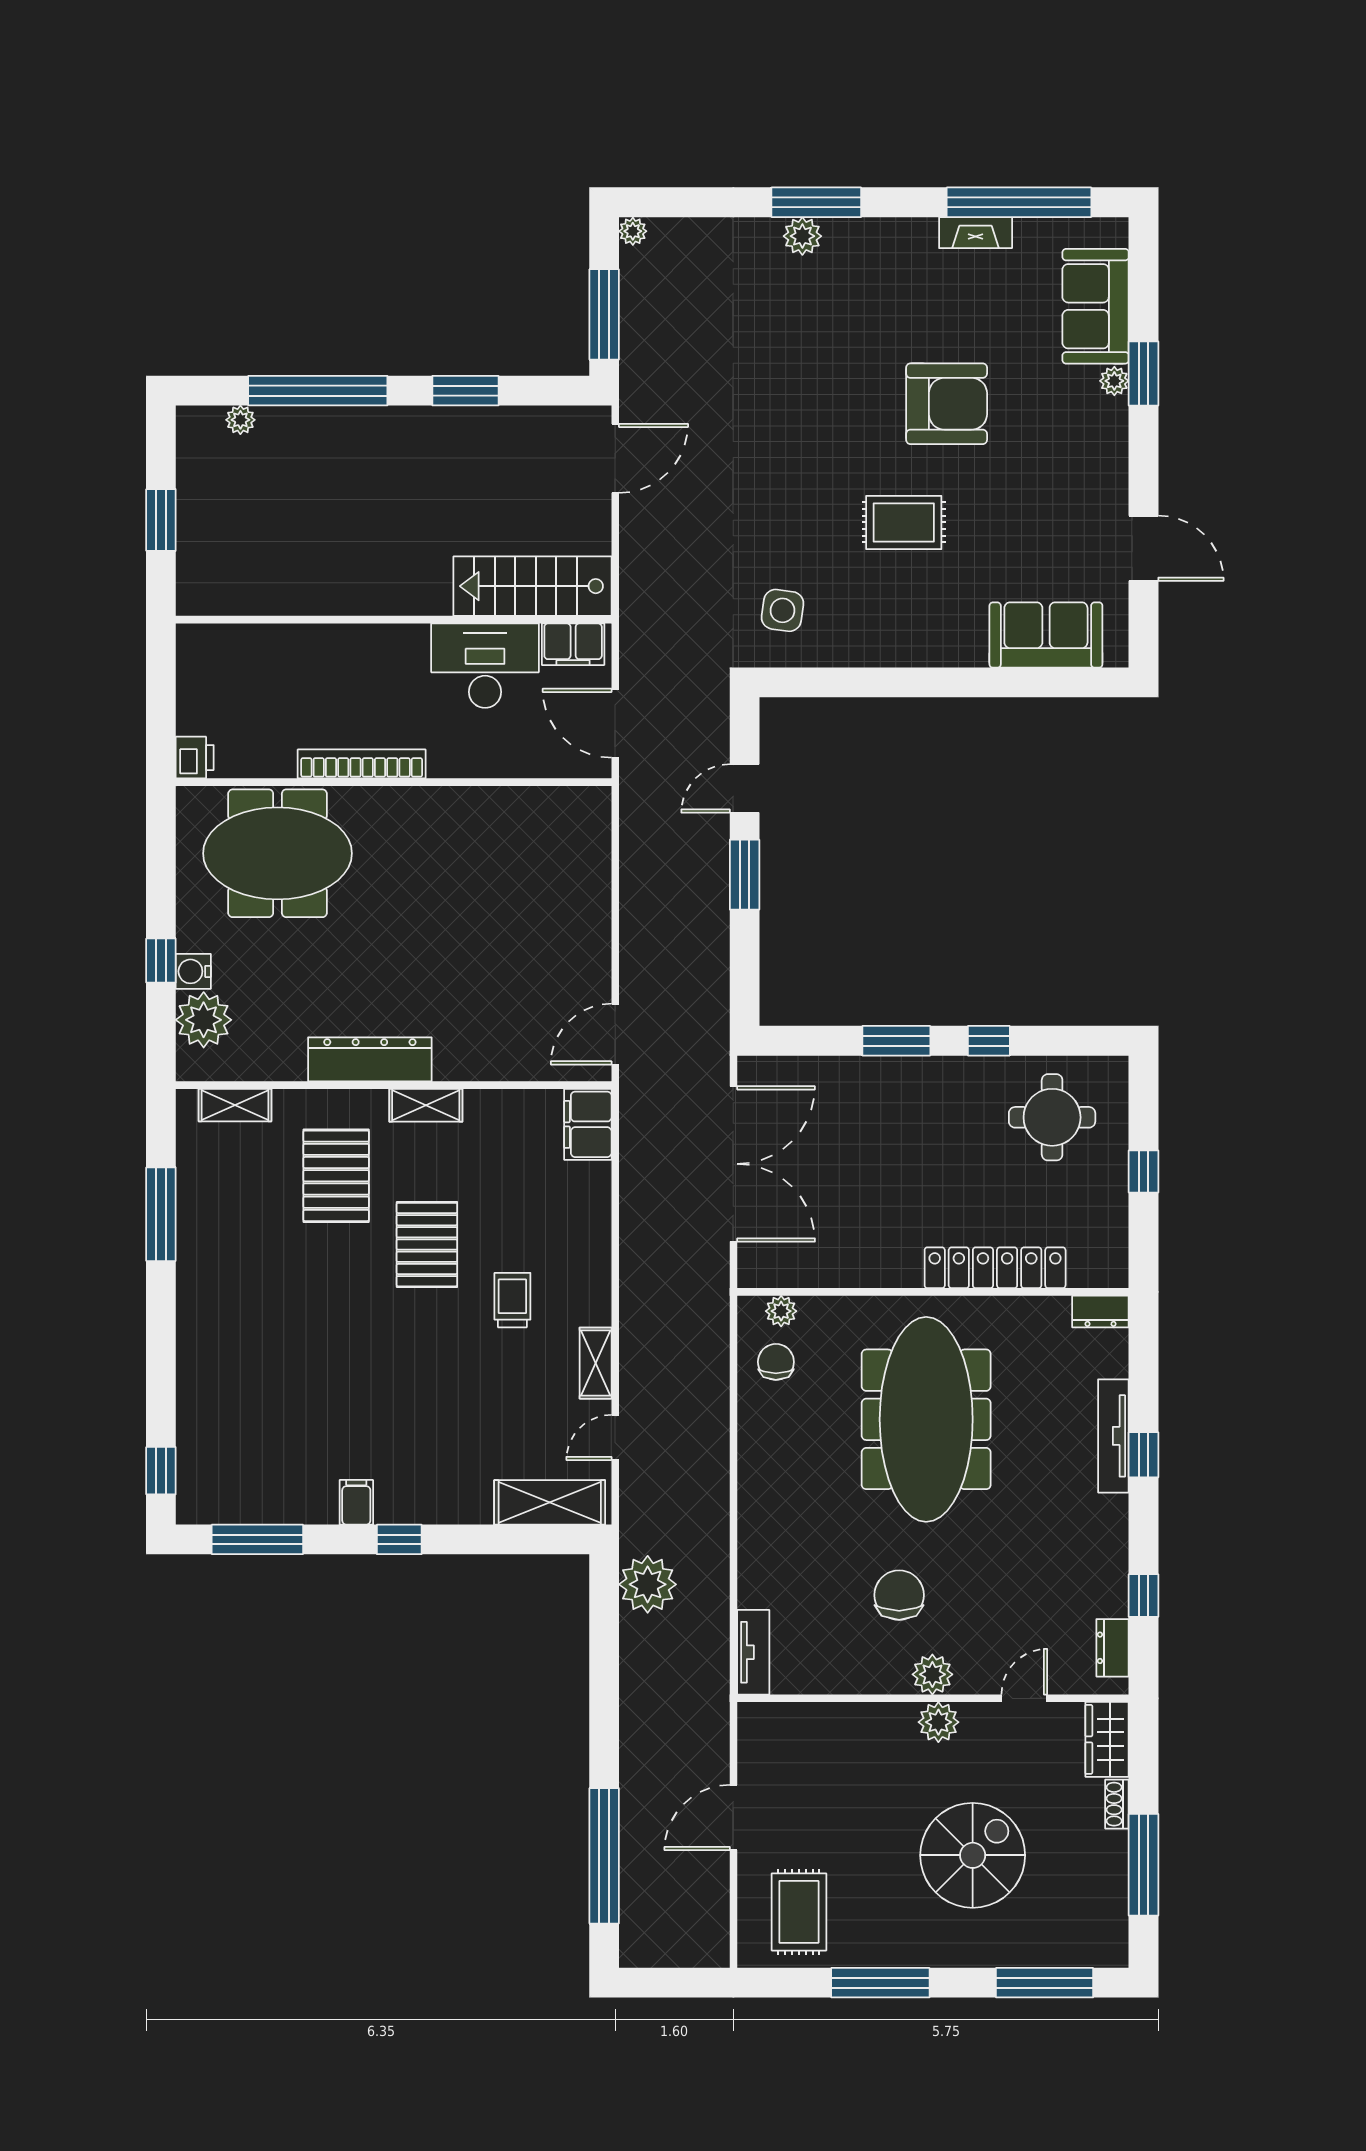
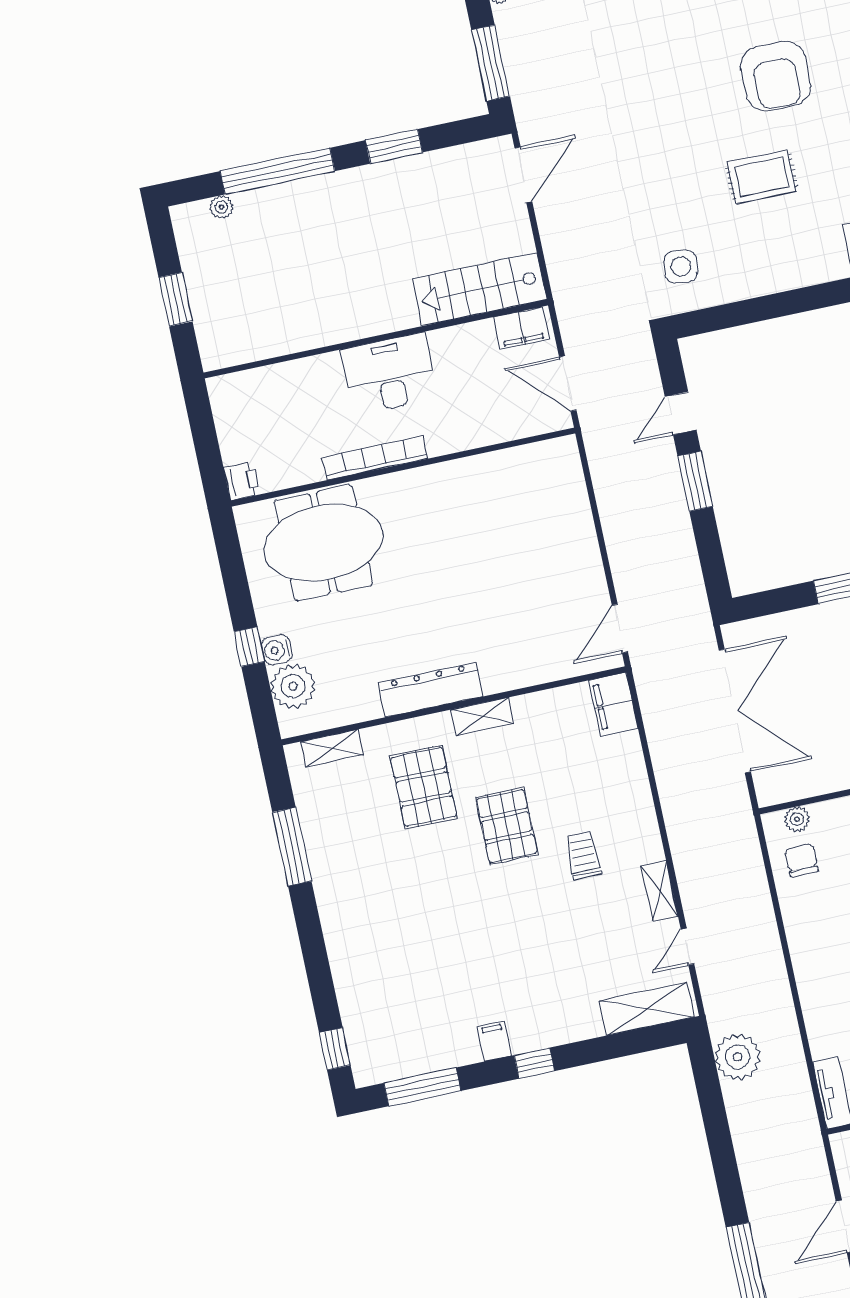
armchair: (947, 404) -> (775, 76), turned 90
desk: (485, 666) -> (390, 374), moved

